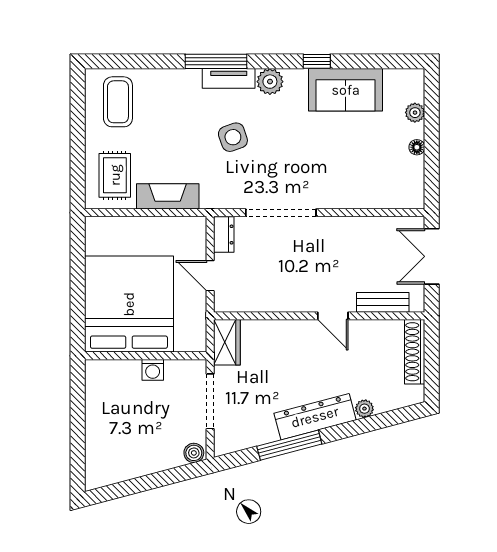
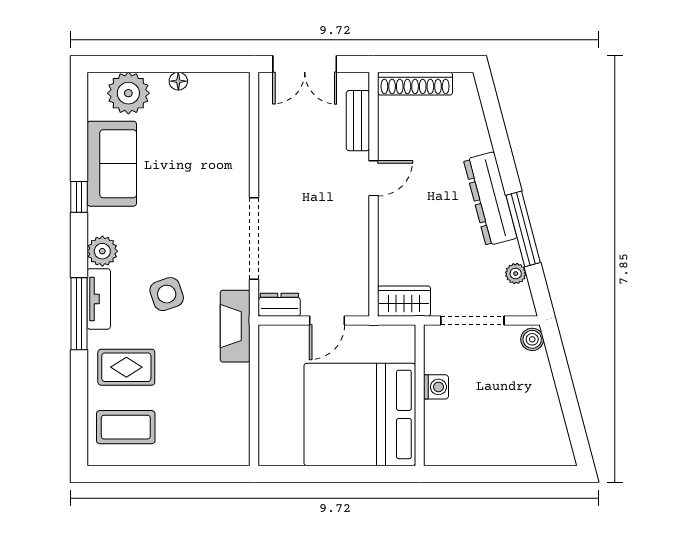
plant: (415, 113) -> (128, 93), width x1.87, depth x1.87
rug: (115, 175) -> (126, 367), moved
fireplace: (168, 196) -> (235, 326), moved
plant: (364, 409) -> (516, 274), moved

